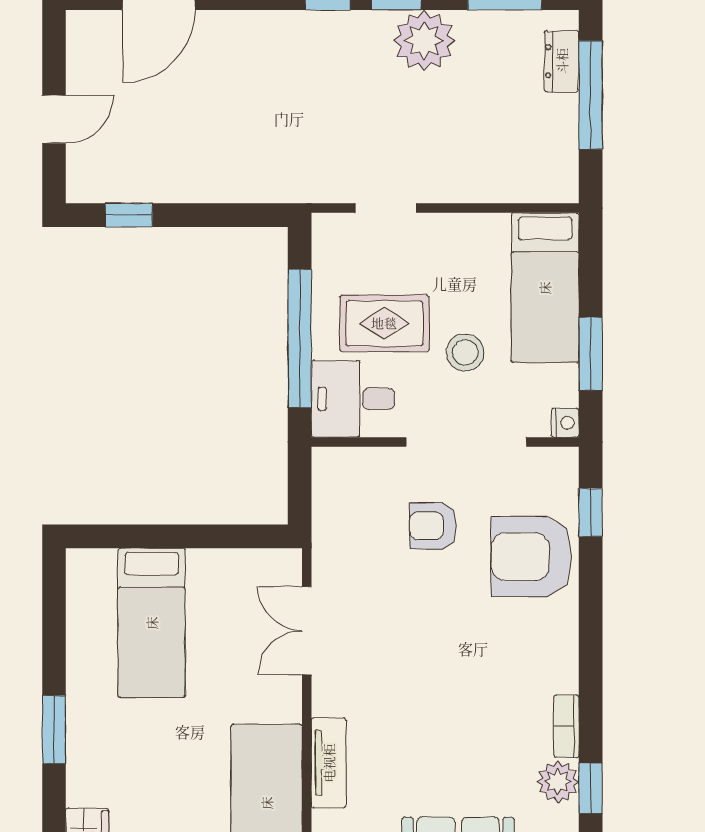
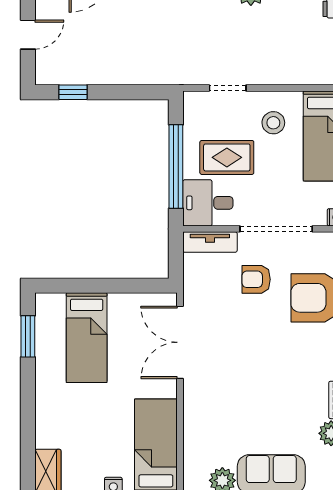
stool: (465, 352) -> (273, 123), moved
double door: (307, 631) -> (180, 342), width x1.37
window: (54, 730) -> (28, 336), moved
tv unit: (329, 763) -> (210, 242), moved, turned 90

